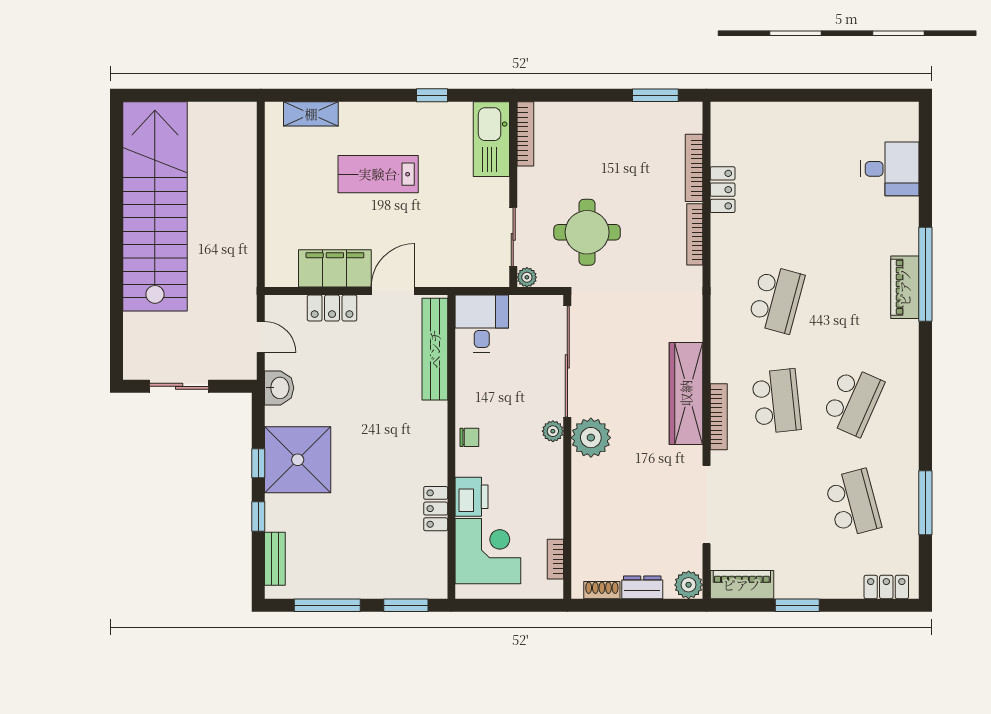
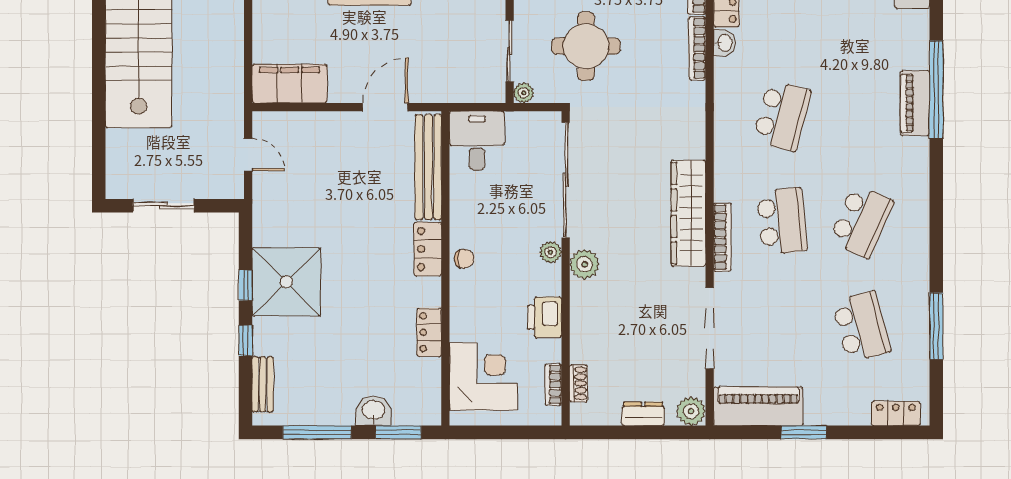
washbasin: (721, 229) -> (724, 43), added
filing cabinet: (335, 268) -> (290, 84), moved
locker: (332, 308) -> (428, 249), moved, turned 90
washbasin: (279, 388) -> (373, 411), moved, turned -90
plant: (591, 438) -> (584, 264), width x0.73, depth x0.73
printer: (472, 497) -> (545, 317), moved, turned 180
piano: (742, 585) -> (758, 406), width x1.37, depth x1.33
shoe rack: (602, 590) -> (579, 383), moved, turned 90

